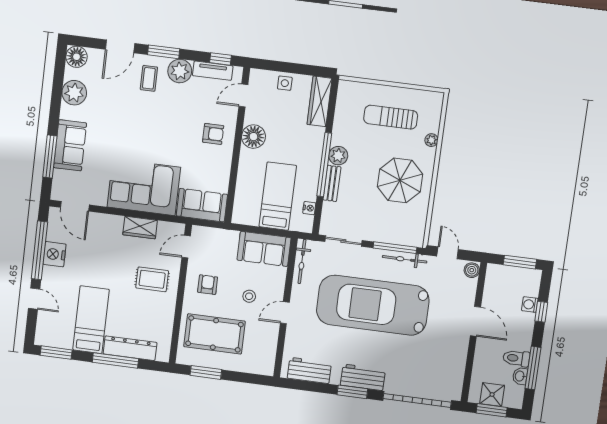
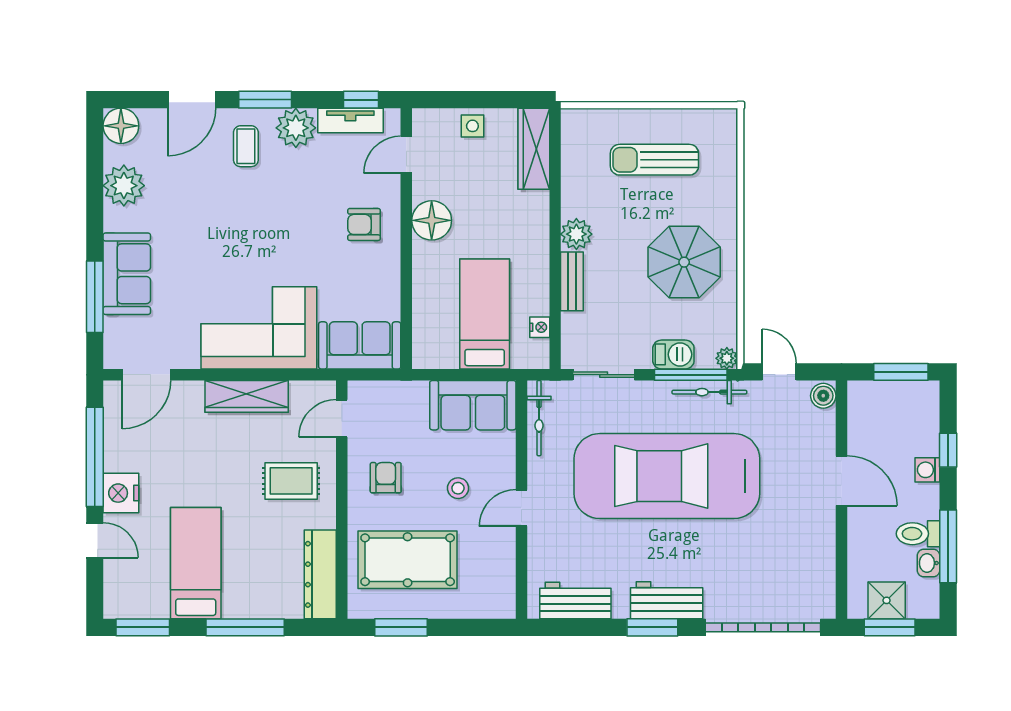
armchair: (213, 134) -> (364, 224), turned 180
plant: (431, 140) -> (727, 358), moved
window: (324, 165) -> (555, 252), removed
door: (75, 206) -> (146, 375), hinge flipped
wardrobe: (140, 228) -> (247, 396), width x1.50
barbecue: (386, 234) -> (673, 354), added
nightstand: (54, 254) -> (121, 493), moved
washing machine: (530, 305) -> (927, 470), moved
dresser: (130, 348) -> (320, 574), moved, turned -90

